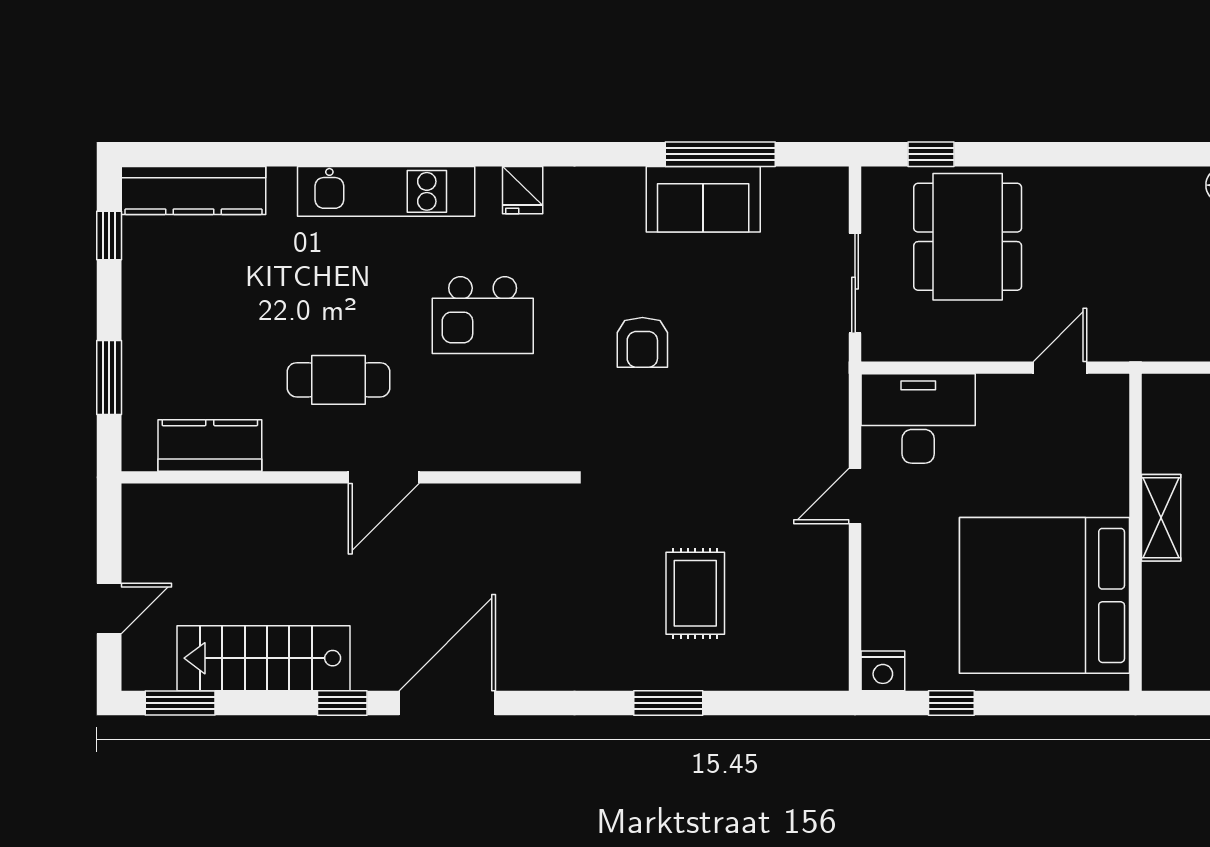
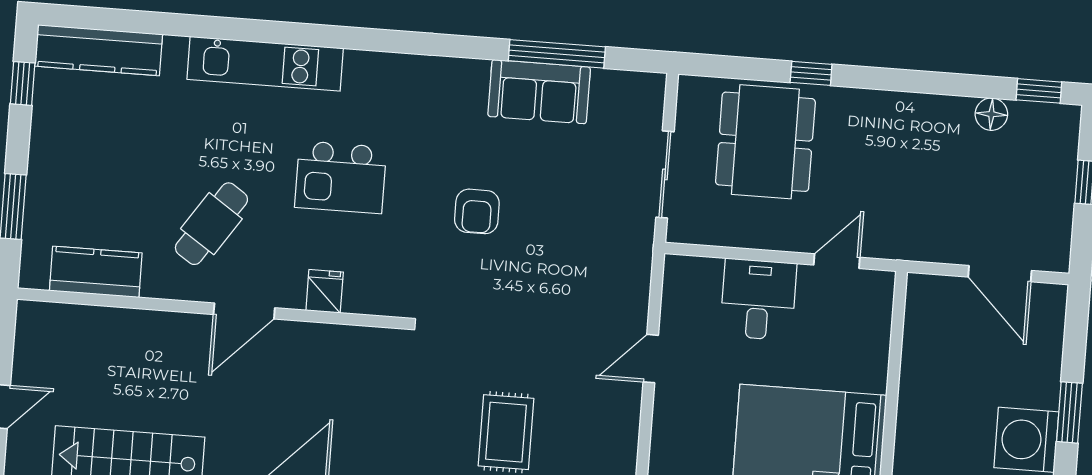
window: (931, 154) -> (811, 73), moved
fridge: (523, 190) -> (325, 291), moved, turned 180
cafe table: (338, 380) -> (211, 224), turned -56
desk: (918, 419) -> (758, 299), moved, width x0.73
shelving: (1161, 518) -> (914, 398), removed

